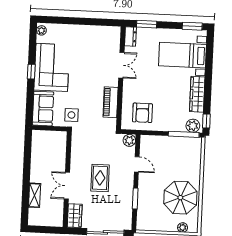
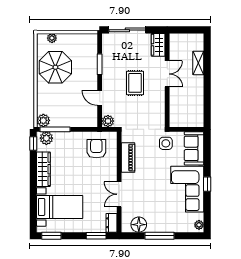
window: (82, 21) -> (160, 236), added
floor lamp: (103, 33) -> (139, 225), added
plant: (195, 144) -> (43, 120), added

